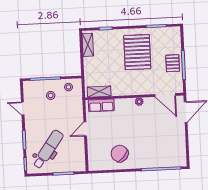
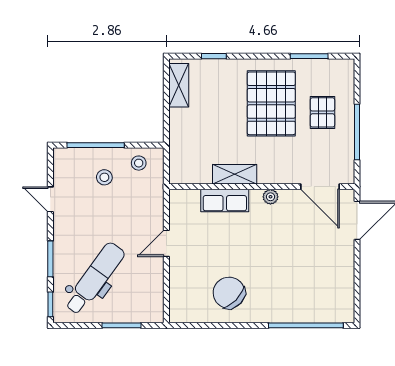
pallet: (173, 63) -> (322, 112), moved
shelving: (99, 92) -> (235, 174), moved
row of seats: (101, 105) -> (225, 200), moved

